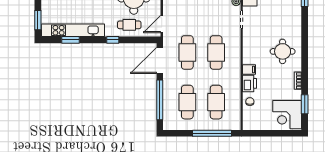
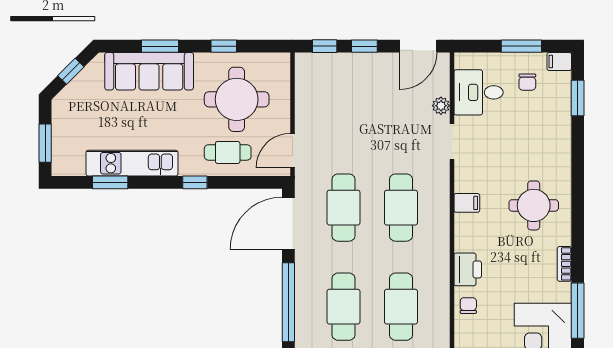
kitchen unit: (73, 30) -> (132, 163), width x0.73
filing cabinet: (249, 70) -> (467, 203), moved
window: (305, 104) -> (578, 311), width x1.44

